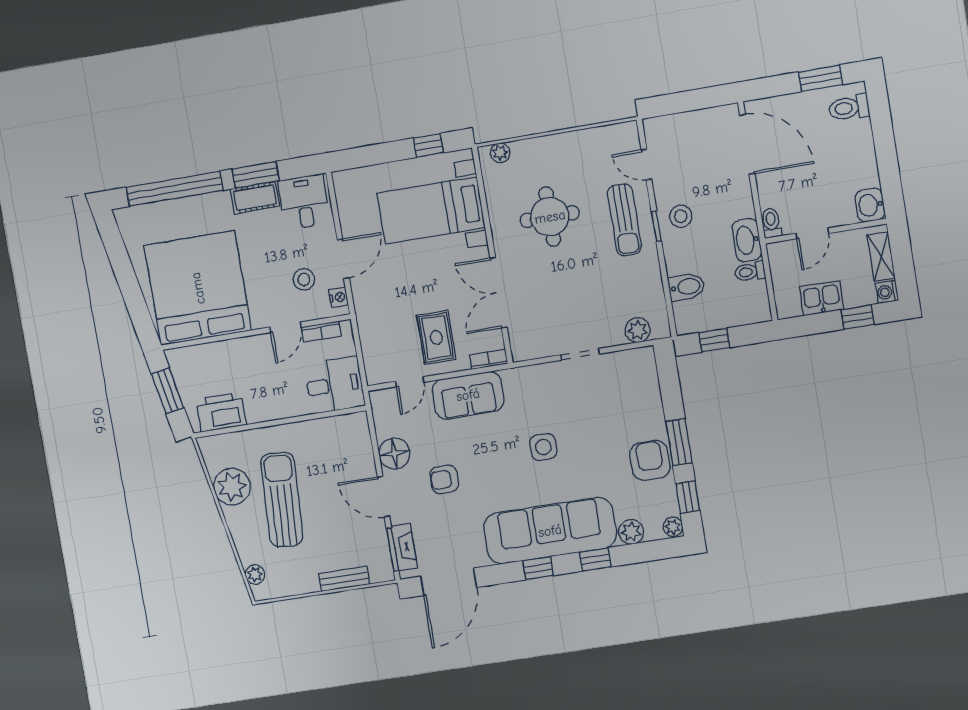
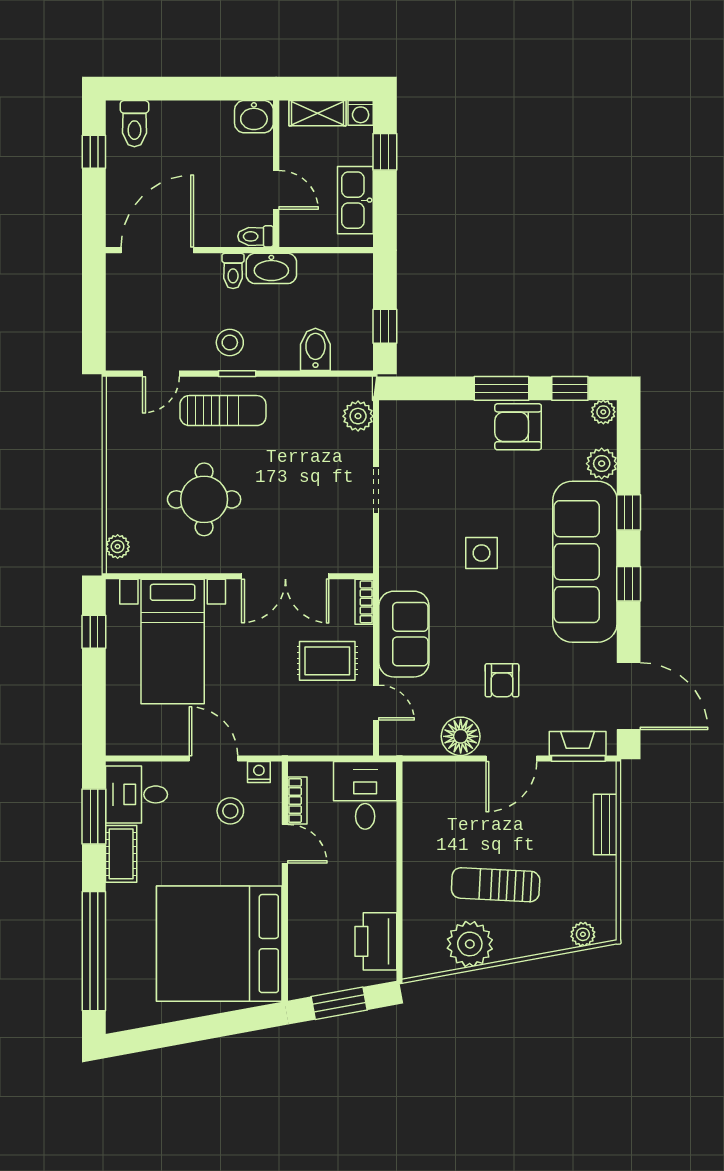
window: (820, 78) -> (94, 152), width x0.67
window: (256, 175) -> (94, 817), moved
toilet: (750, 272) -> (233, 271), moved
kitchen sink: (822, 298) -> (355, 200), width x1.38
sun lounger: (282, 500) -> (496, 885), width x0.73, depth x0.75

